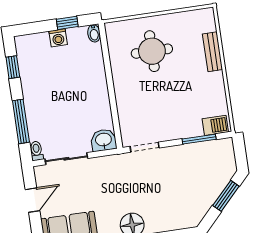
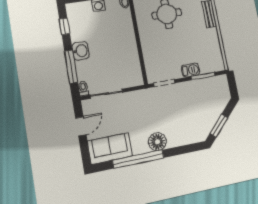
barbecue: (215, 125) -> (191, 70), moved
washbasin: (104, 140) -> (81, 51), moved, turned 90
window: (226, 196) -> (219, 126), moved

